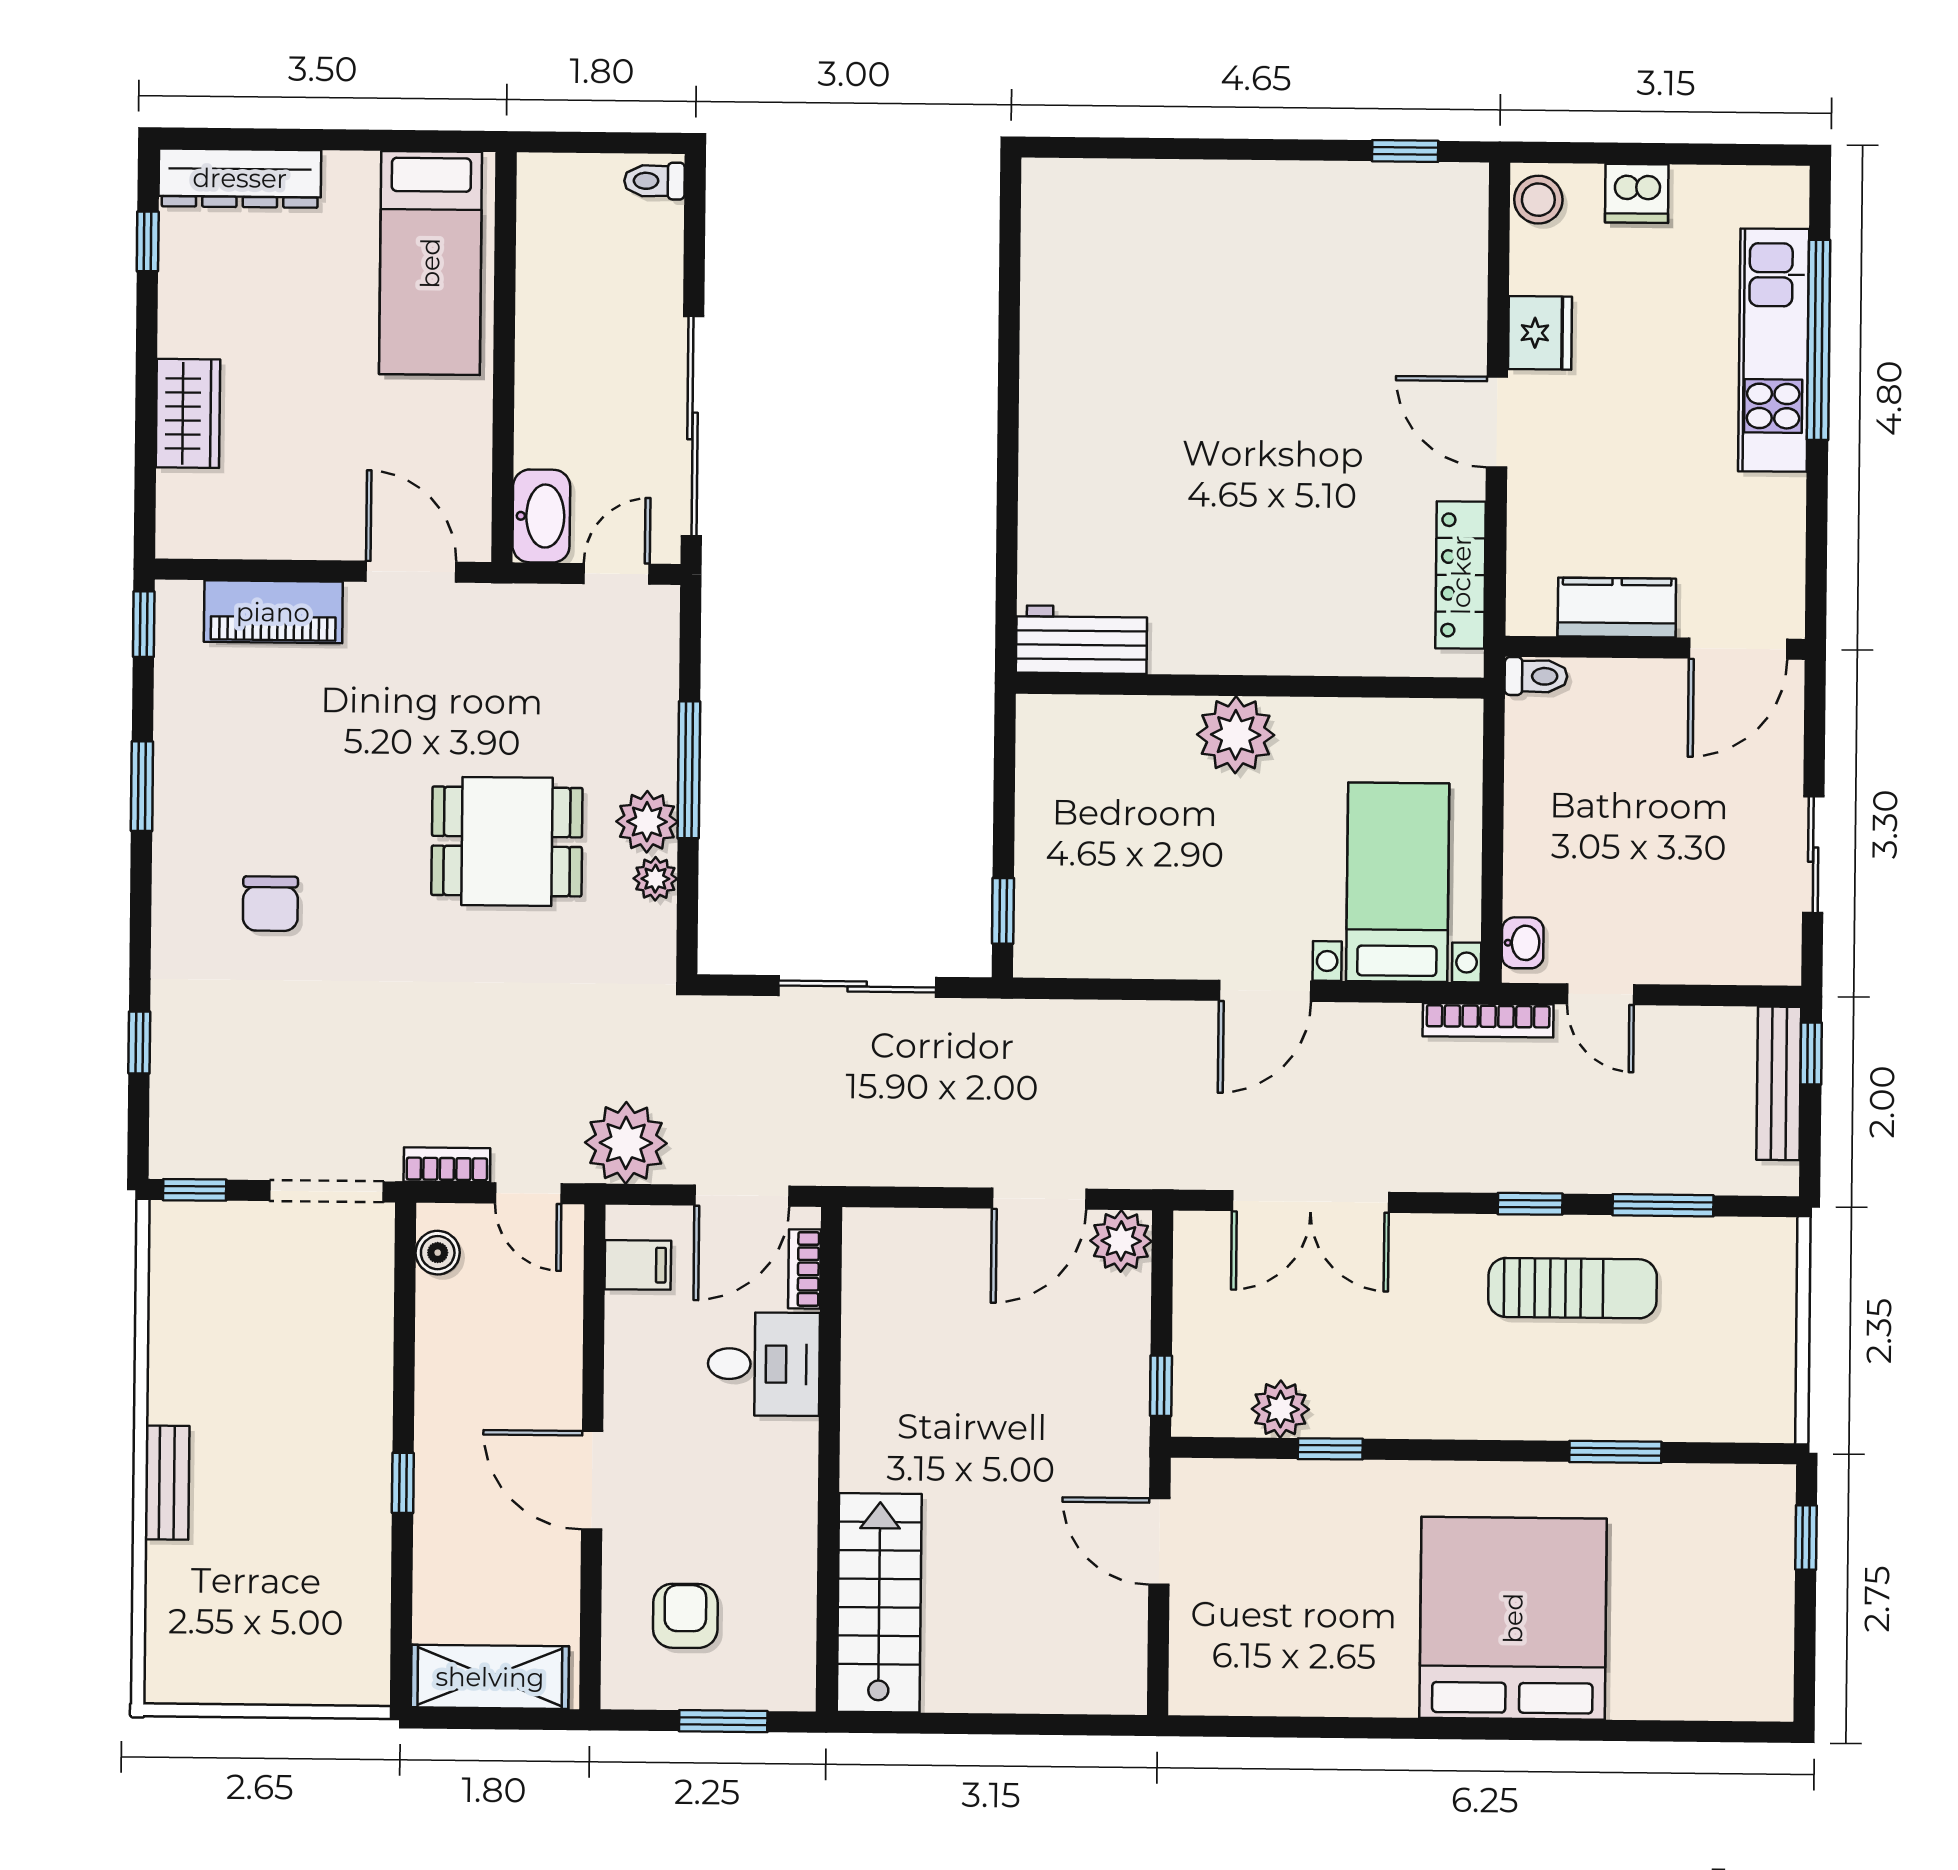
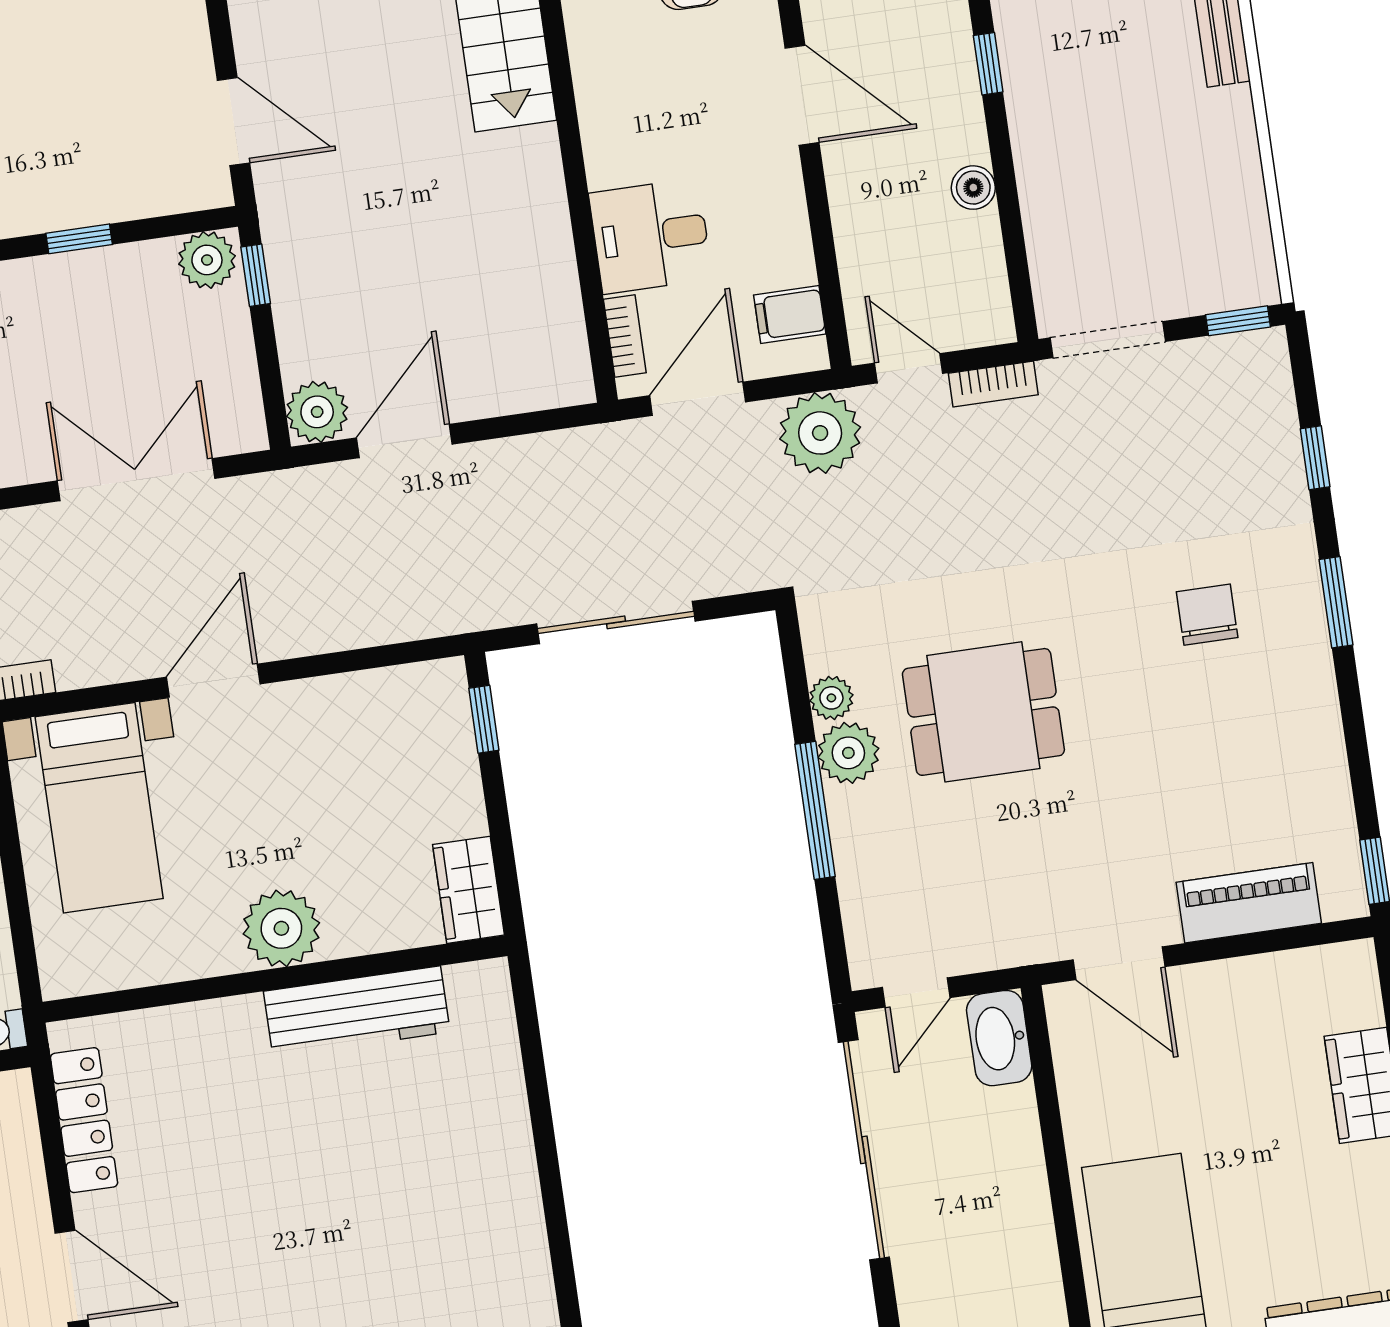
workbench: (1081, 640) -> (357, 1012), moved, width x1.38
wardrobe: (1044, 744) -> (469, 890), added
window: (142, 786) -> (1336, 602), moved
boiler: (438, 1253) -> (973, 188), moved
plant: (1280, 1409) -> (207, 260), moved

